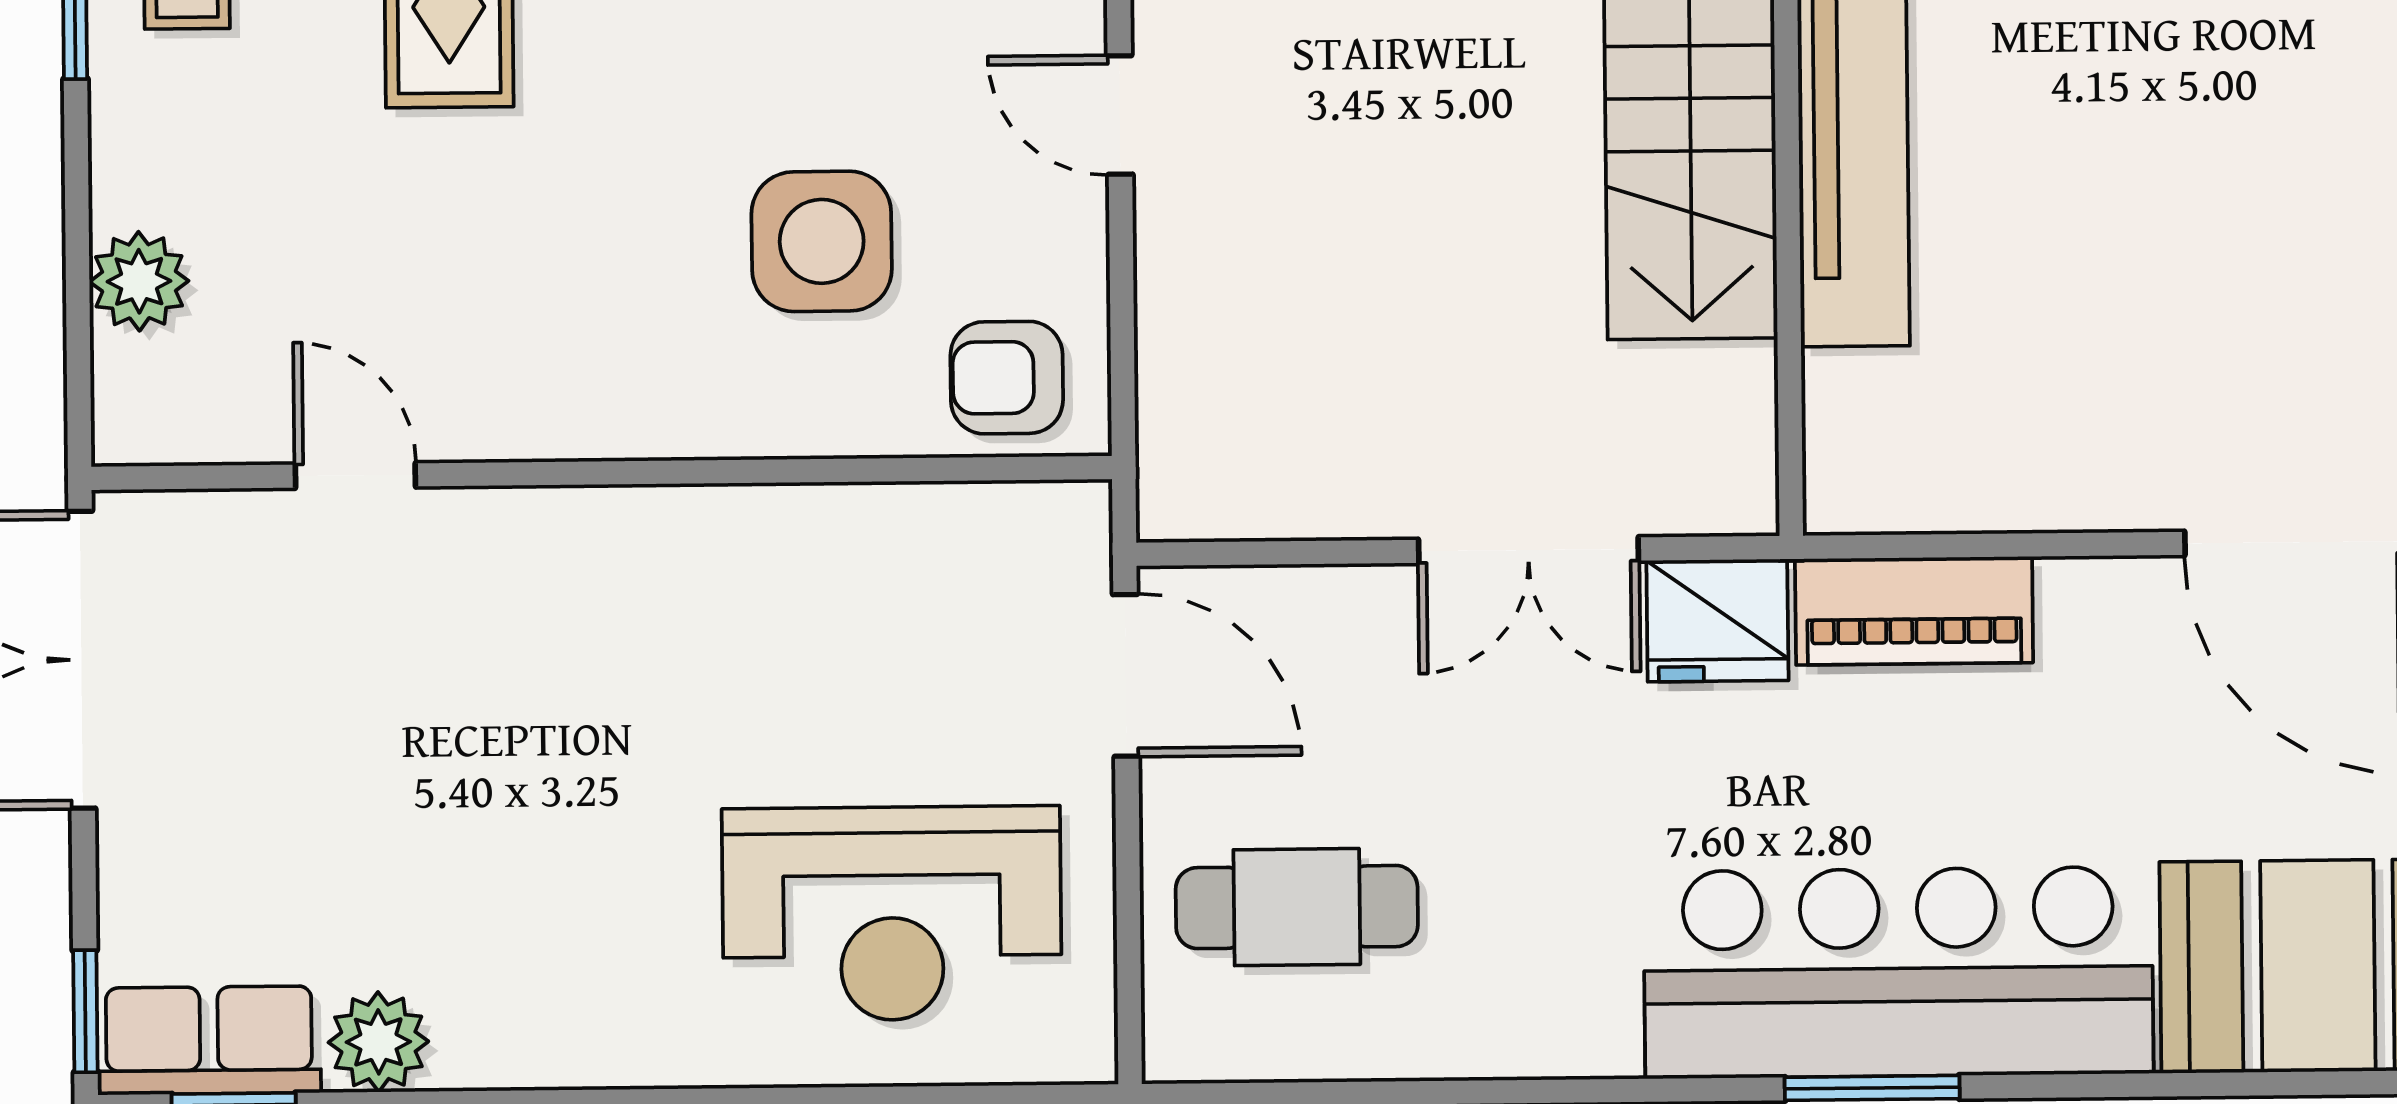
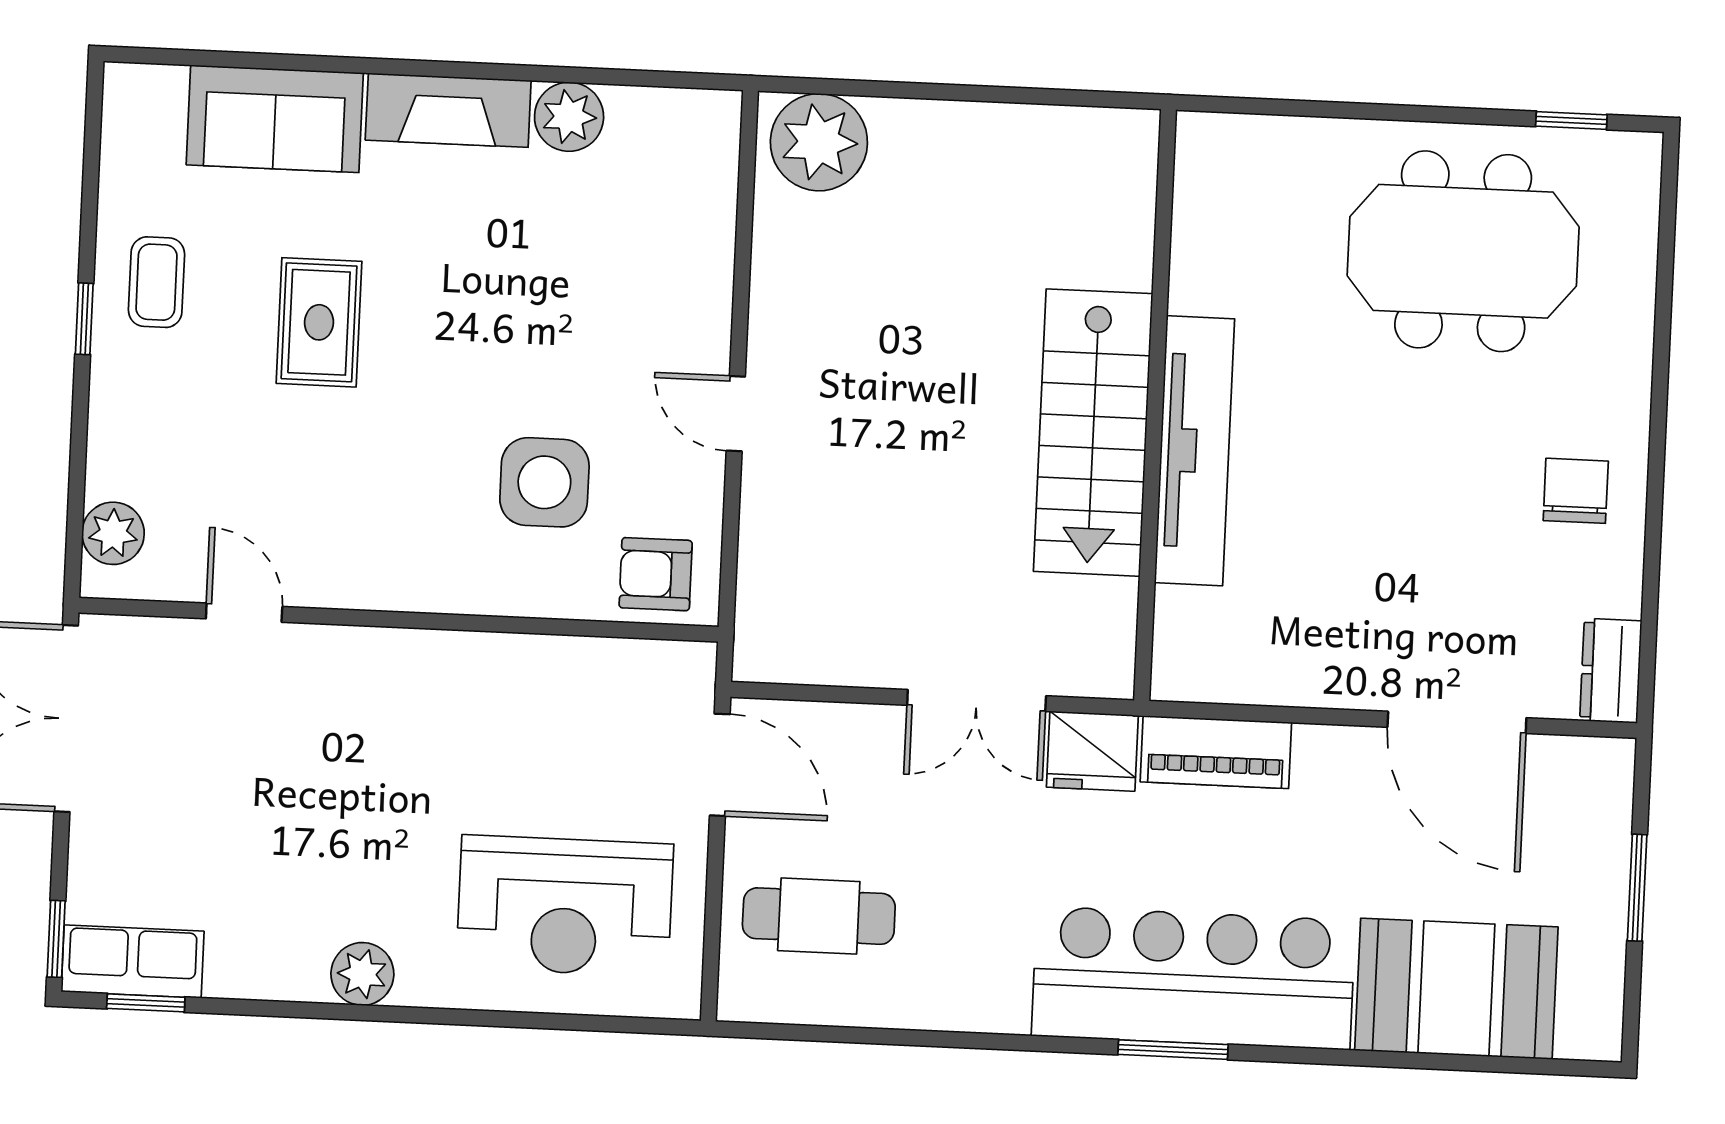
plant: (139, 281) -> (113, 533), moved
plant: (378, 1042) -> (362, 974), moved

